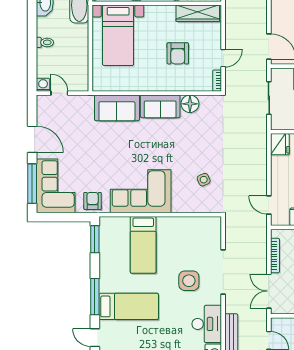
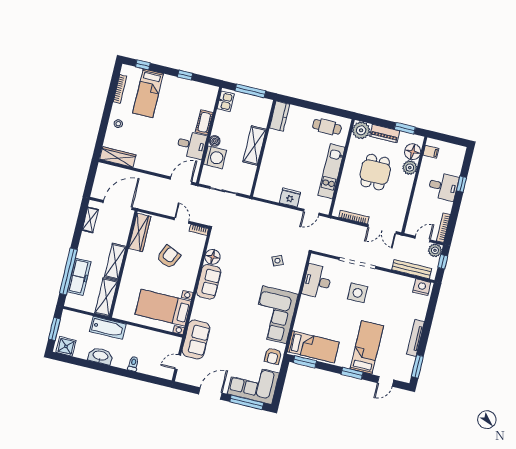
bed with nightstands: (118, 35) -> (163, 308), moved, turned 180
armchair: (178, 53) -> (169, 257), turned -66
washing machine: (43, 85) -> (168, 374), removed
sofa: (117, 108) -> (196, 339), moved
fridge: (280, 144) -> (290, 197), moved
armchair: (93, 201) -> (273, 356), turned -90
bed: (143, 245) -> (313, 347), moved
window: (95, 297) -> (352, 373), width x0.69
desk: (207, 324) -> (317, 281), moved, turned -90

